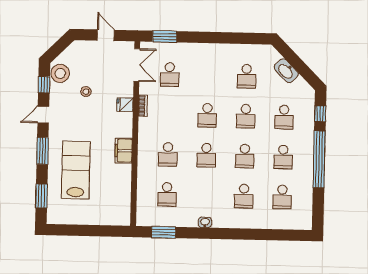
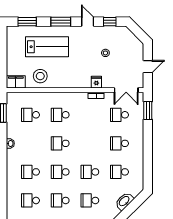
stool: (60, 73) -> (40, 76), moved
school desk: (207, 115) -> (119, 143), moved
filing cabinet: (124, 151) -> (16, 82), moved

